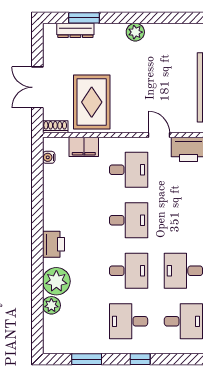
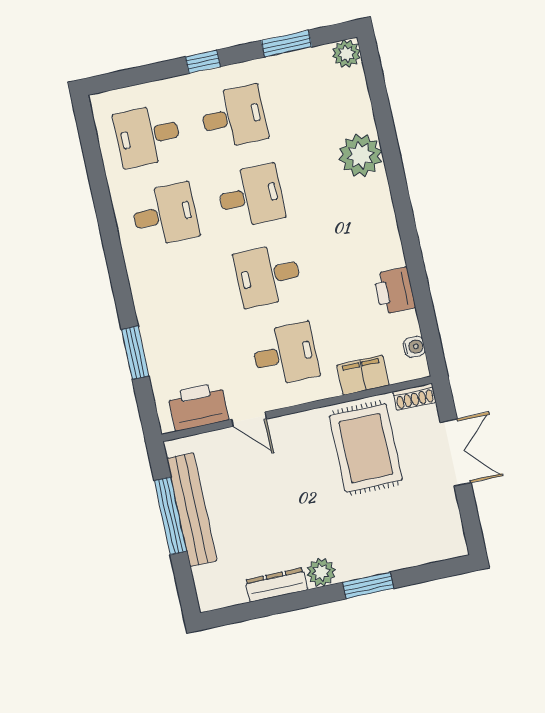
window: (84, 18) -> (368, 585), moved
dresser: (75, 30) -> (276, 585), moved
desk: (129, 170) -> (285, 354), turned 180
printer: (53, 244) -> (394, 291), moved
desk: (129, 271) -> (251, 196), turned 180
plant: (51, 305) -> (346, 54), moved

